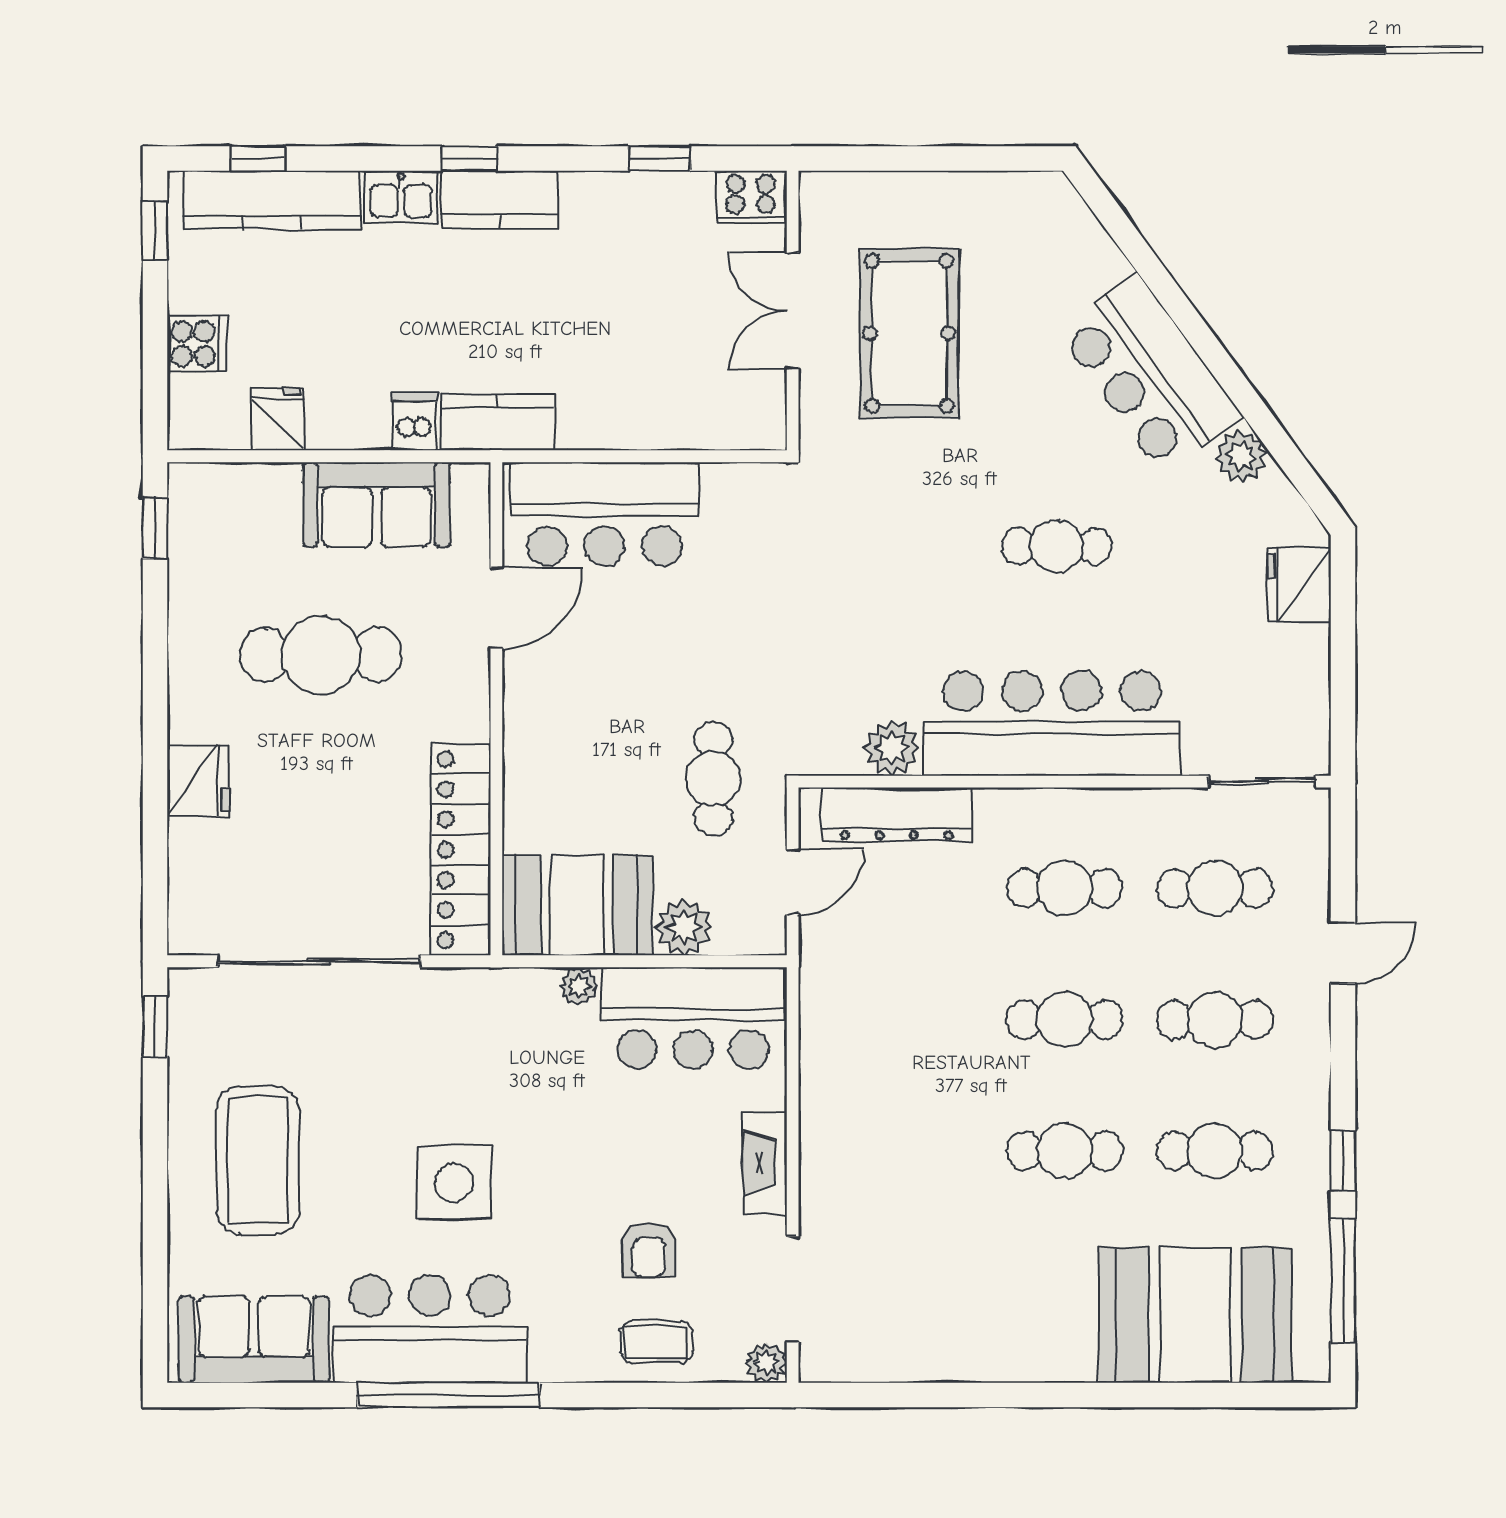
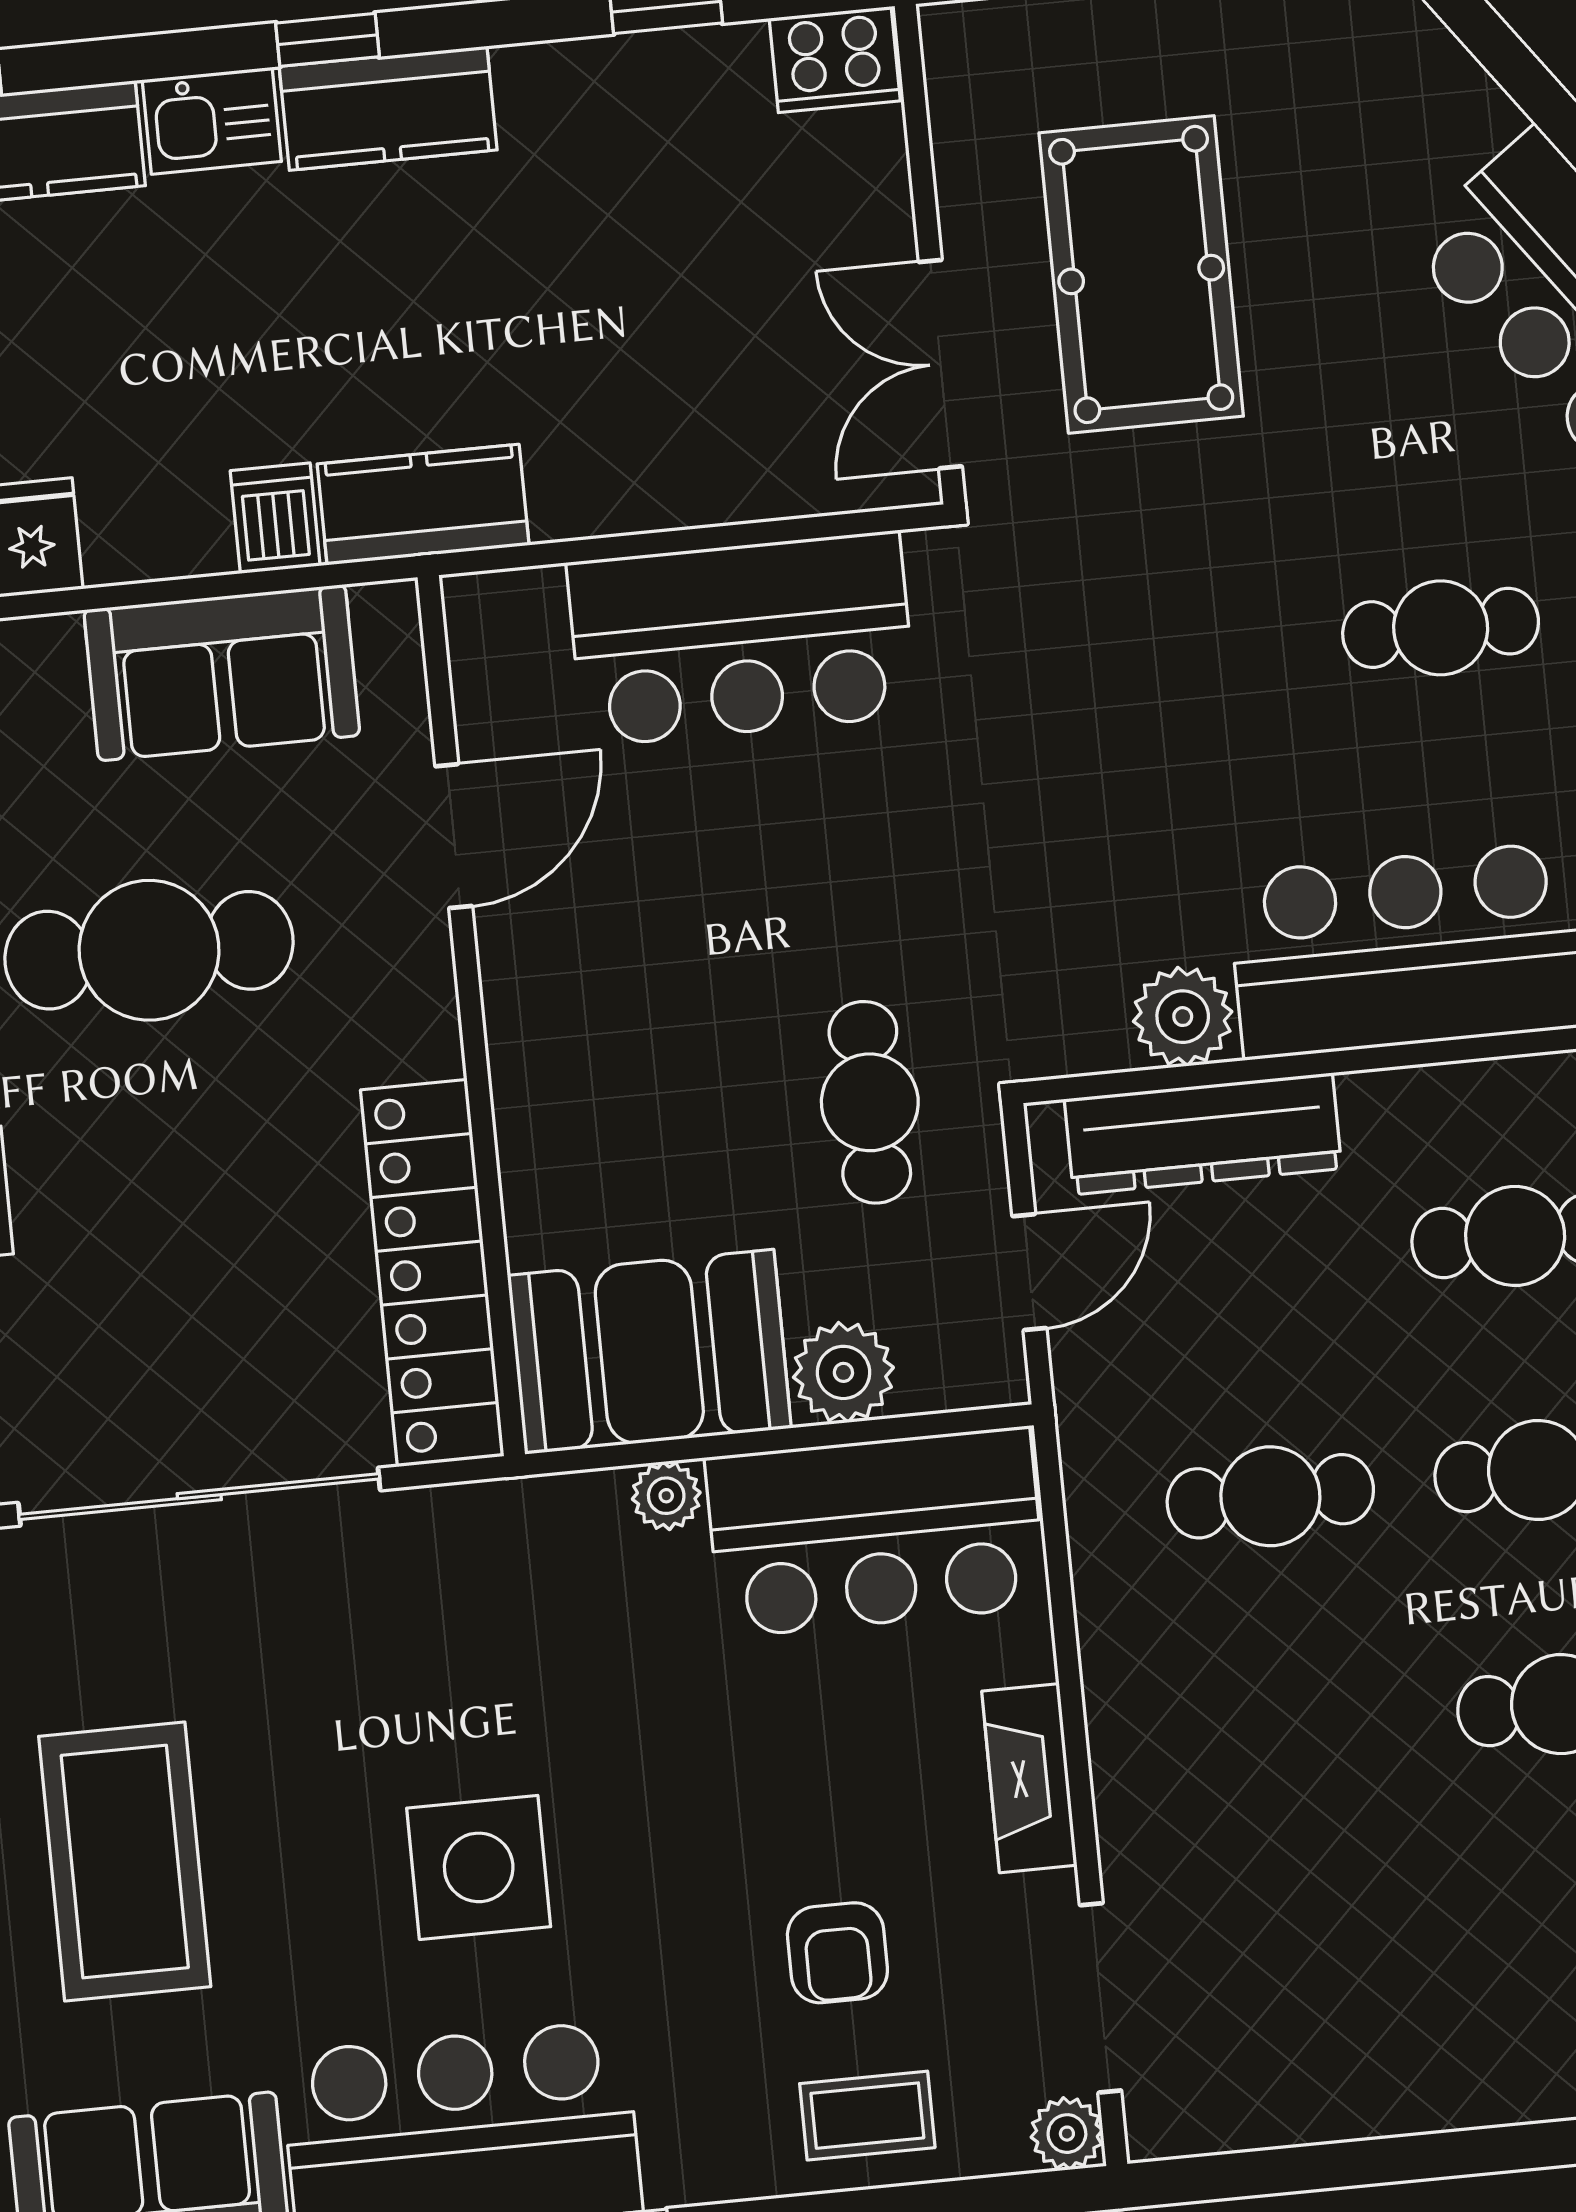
double door: (793, 311) -> (940, 364), moved
bar counter: (605, 514) -> (742, 639), moved
cafe table: (914, 1019) -> (1270, 1496), added

